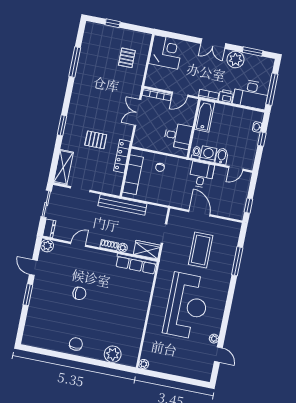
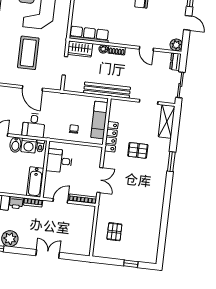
double door: (213, 44) -> (48, 254), moved
corner desk: (166, 52) -> (77, 240), removed
window: (75, 62) -> (164, 223), removed
door: (78, 244) -> (146, 49), hinge flipped

